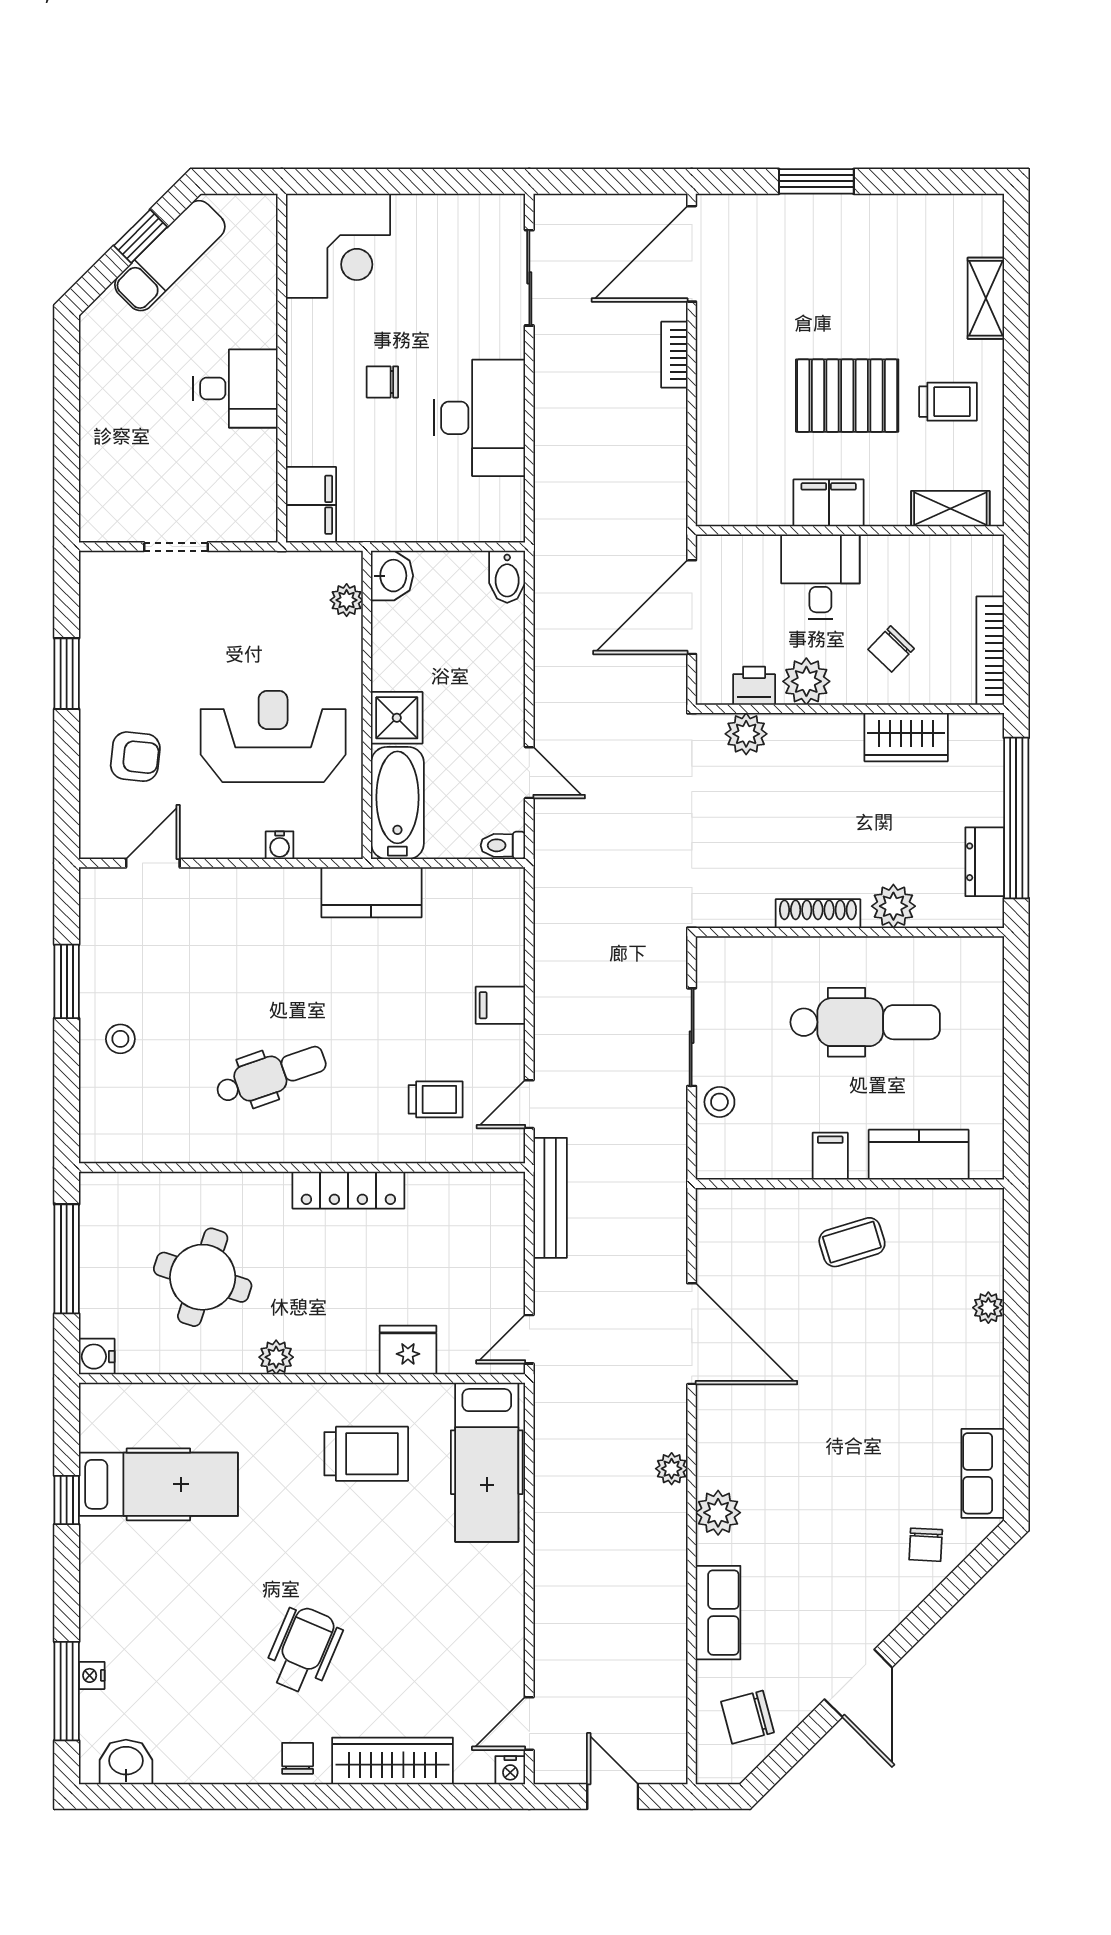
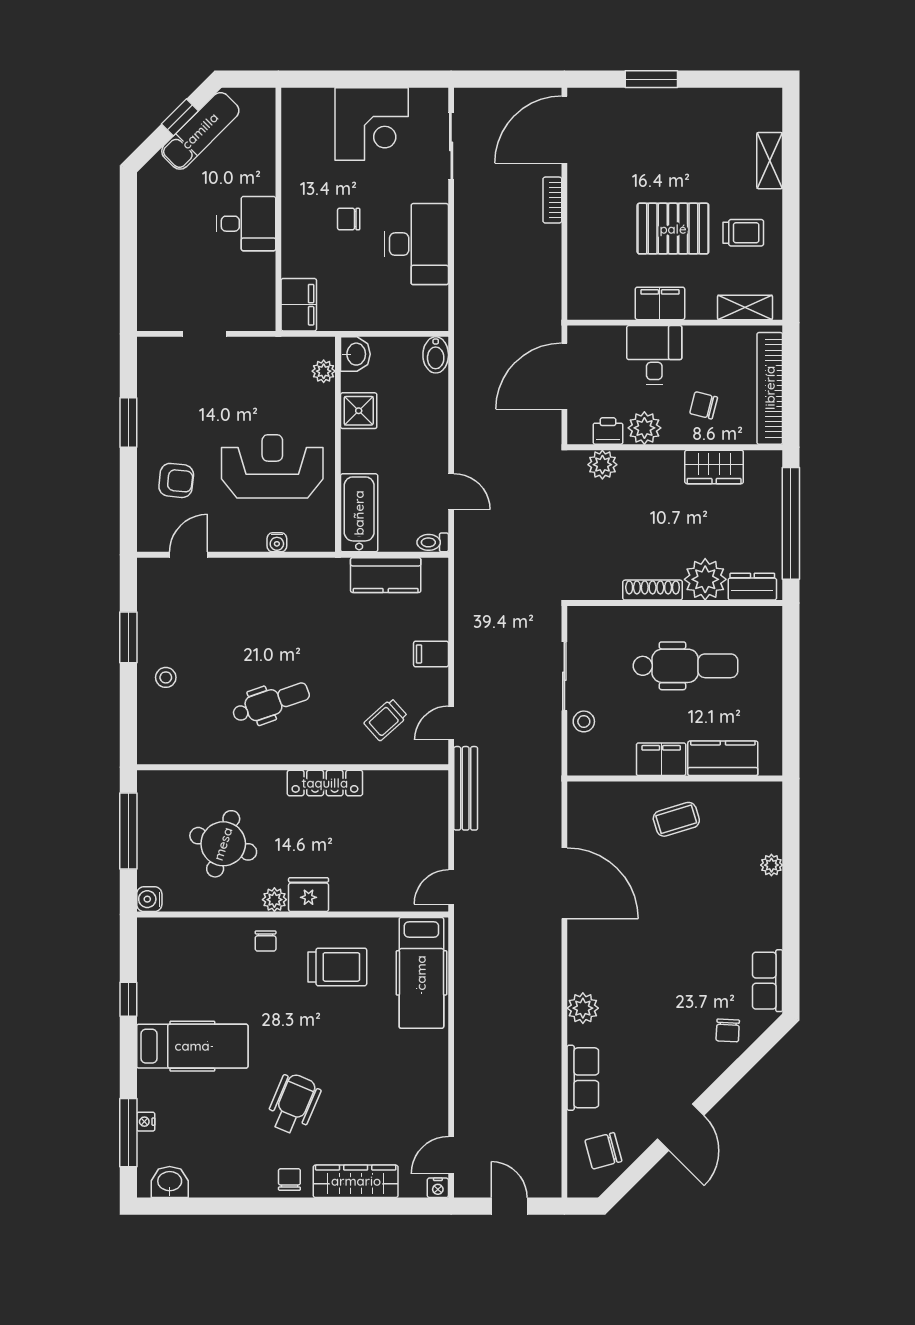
corner desk: (338, 246) -> (372, 124), moved
chair: (891, 649) -> (704, 405), turned 60
bookcase: (990, 651) -> (770, 388), width x1.48, depth x1.31
shower: (397, 718) -> (359, 411), moved
dresser: (985, 862) -> (752, 587), moved, turned 90
kitchen counter: (371, 892) -> (386, 575), moved
plant: (893, 906) -> (705, 579), width x1.36, depth x1.36
trolley: (436, 1099) -> (386, 720), turned 138
filing cabinet: (830, 1156) -> (661, 759), width x2.00
fridge: (408, 1350) -> (309, 895), moved
chair: (263, 1416) -> (266, 941), added
plant: (672, 1469) -> (550, 977), removed
hospital bed: (158, 1484) -> (192, 1046), moved

